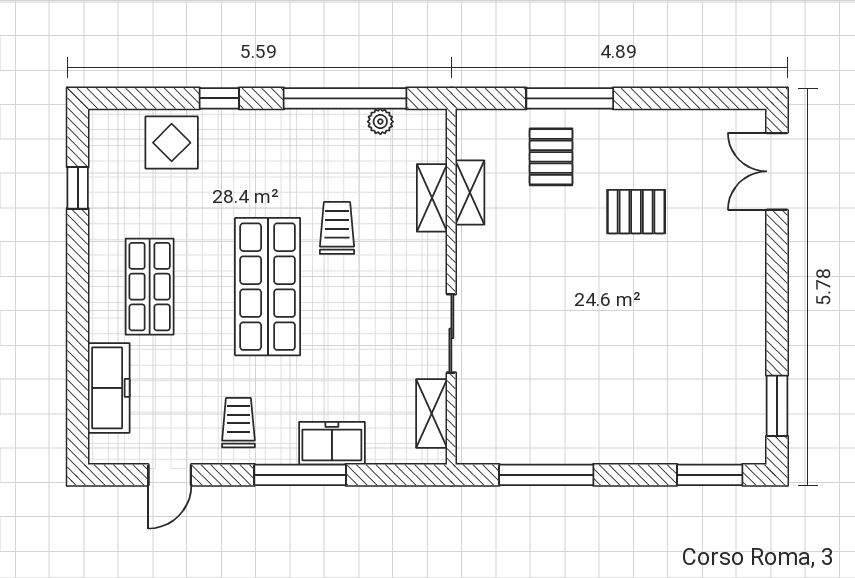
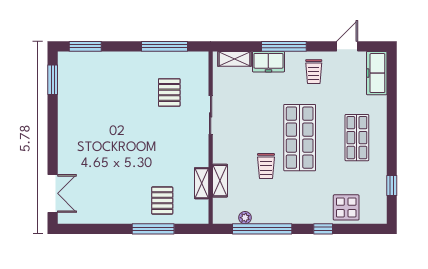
pallet: (636, 212) -> (169, 92), moved, turned 90
freezer: (109, 388) -> (377, 73), moved
shelving: (432, 414) -> (234, 59), moved, turned 90

